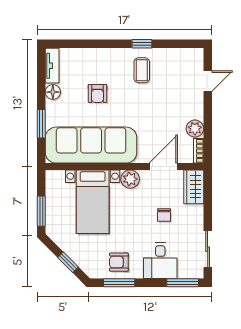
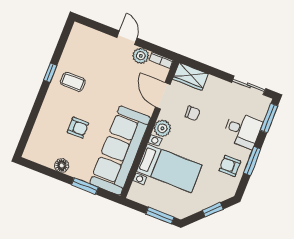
tv unit: (52, 66) -> (39, 157), removed
door: (208, 81) -> (127, 38), moved
chair: (164, 215) -> (193, 113), moved
armchair: (119, 262) -> (230, 166), turned 90
window: (119, 283) -> (252, 161), moved

